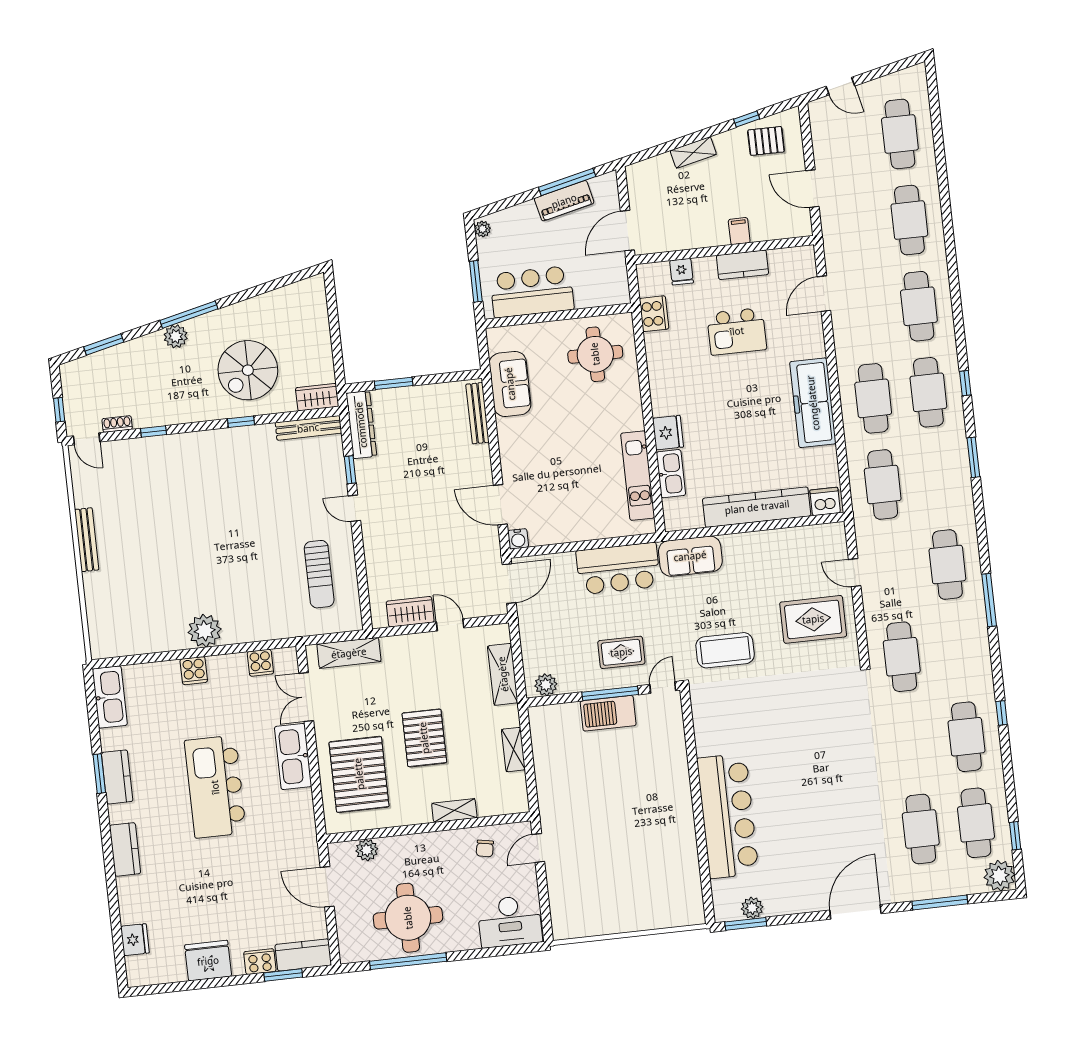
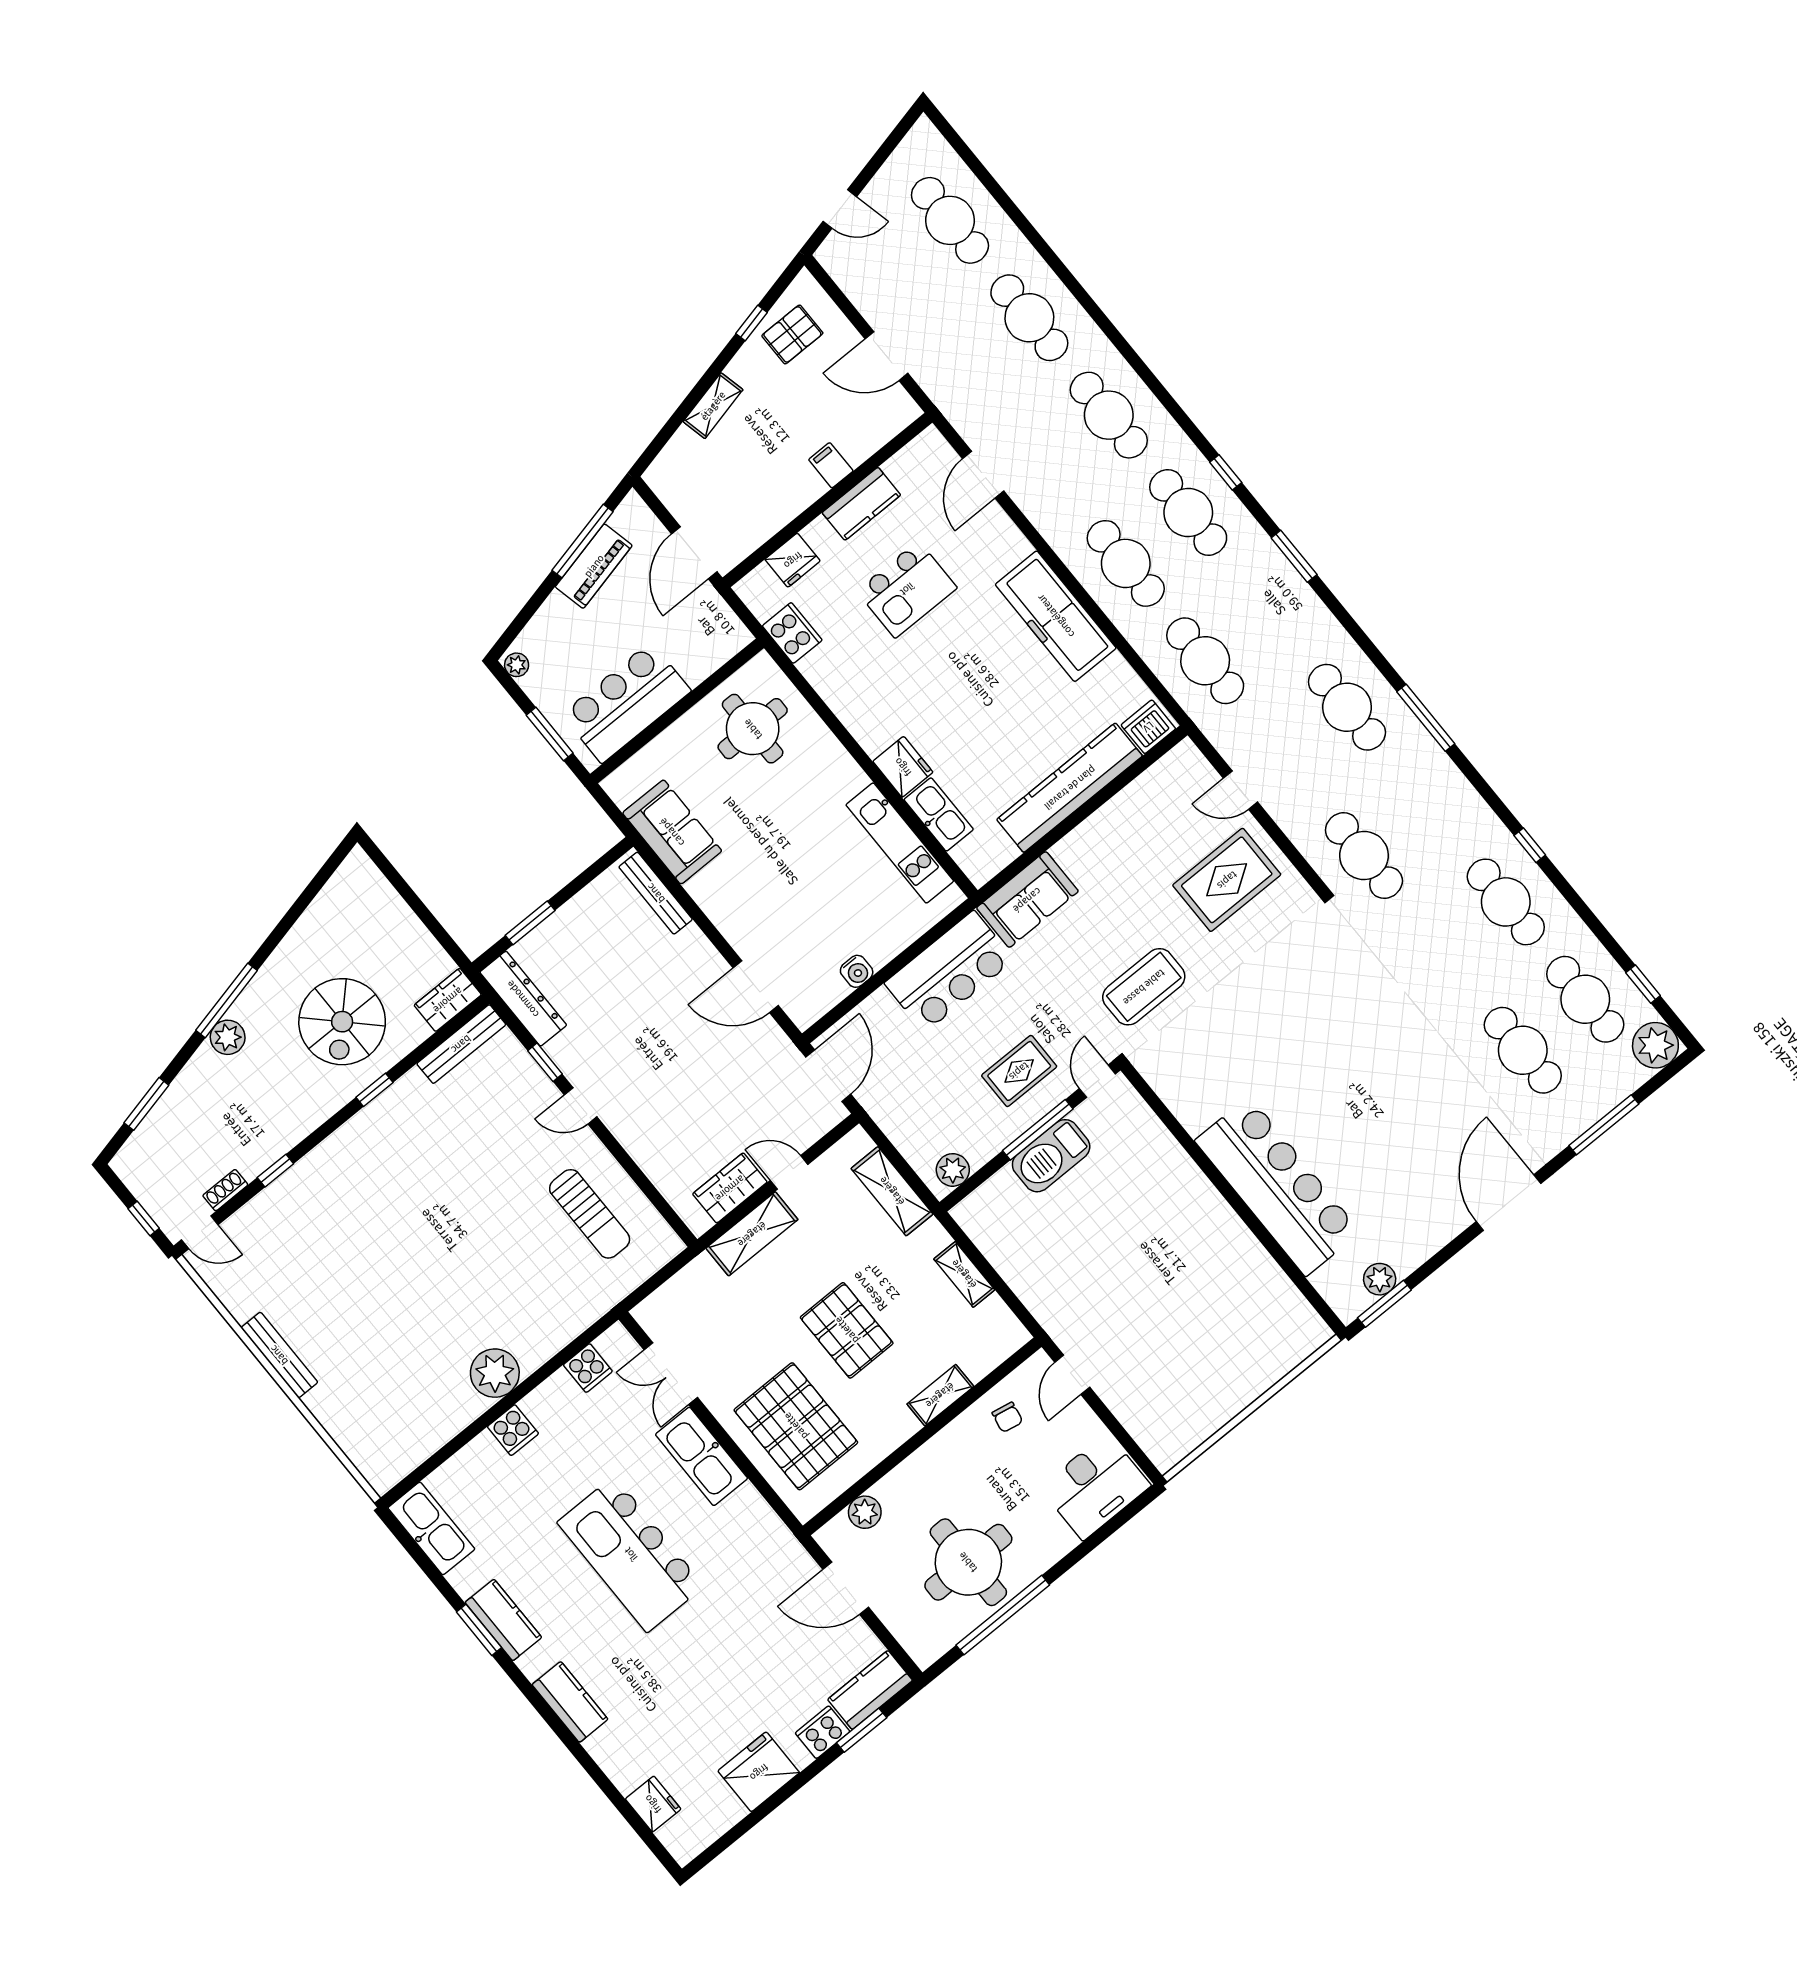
fridge: (682, 272) -> (793, 560), width x1.38
water cooler: (518, 539) -> (857, 971), moved
shelving: (349, 653) -> (752, 1234), moved

